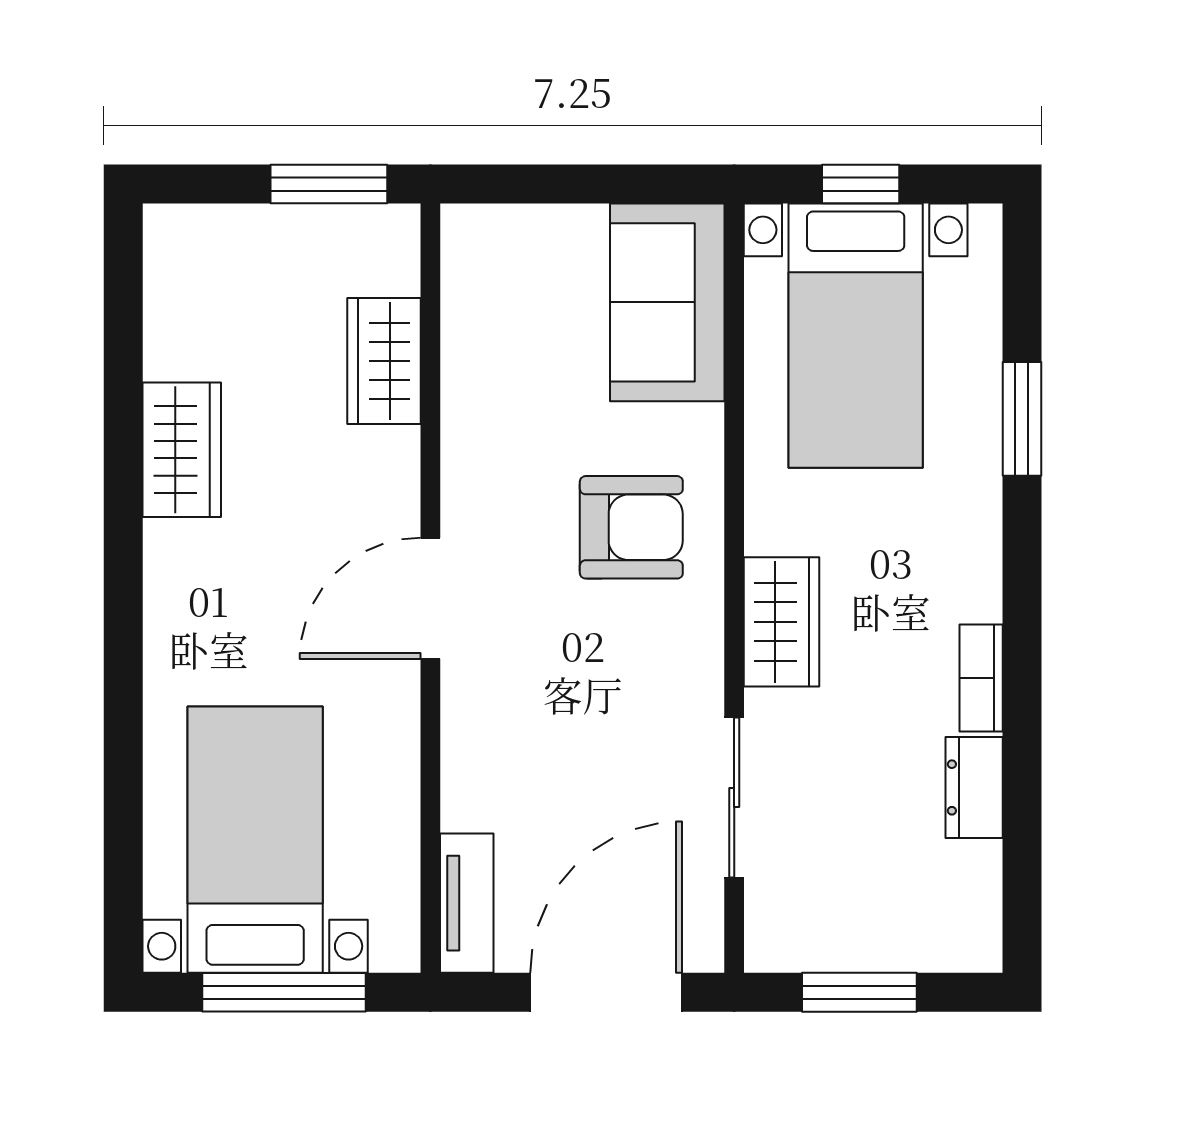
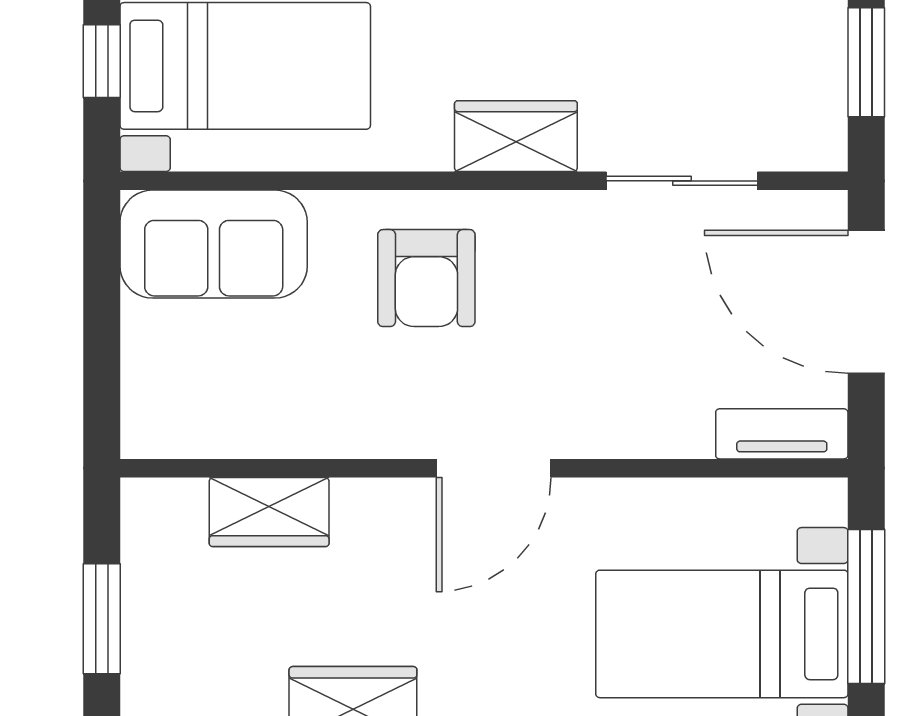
window: (329, 184) -> (102, 619), moved
armchair: (631, 527) -> (426, 278), turned 180
door: (430, 598) -> (494, 468), hinge flipped

